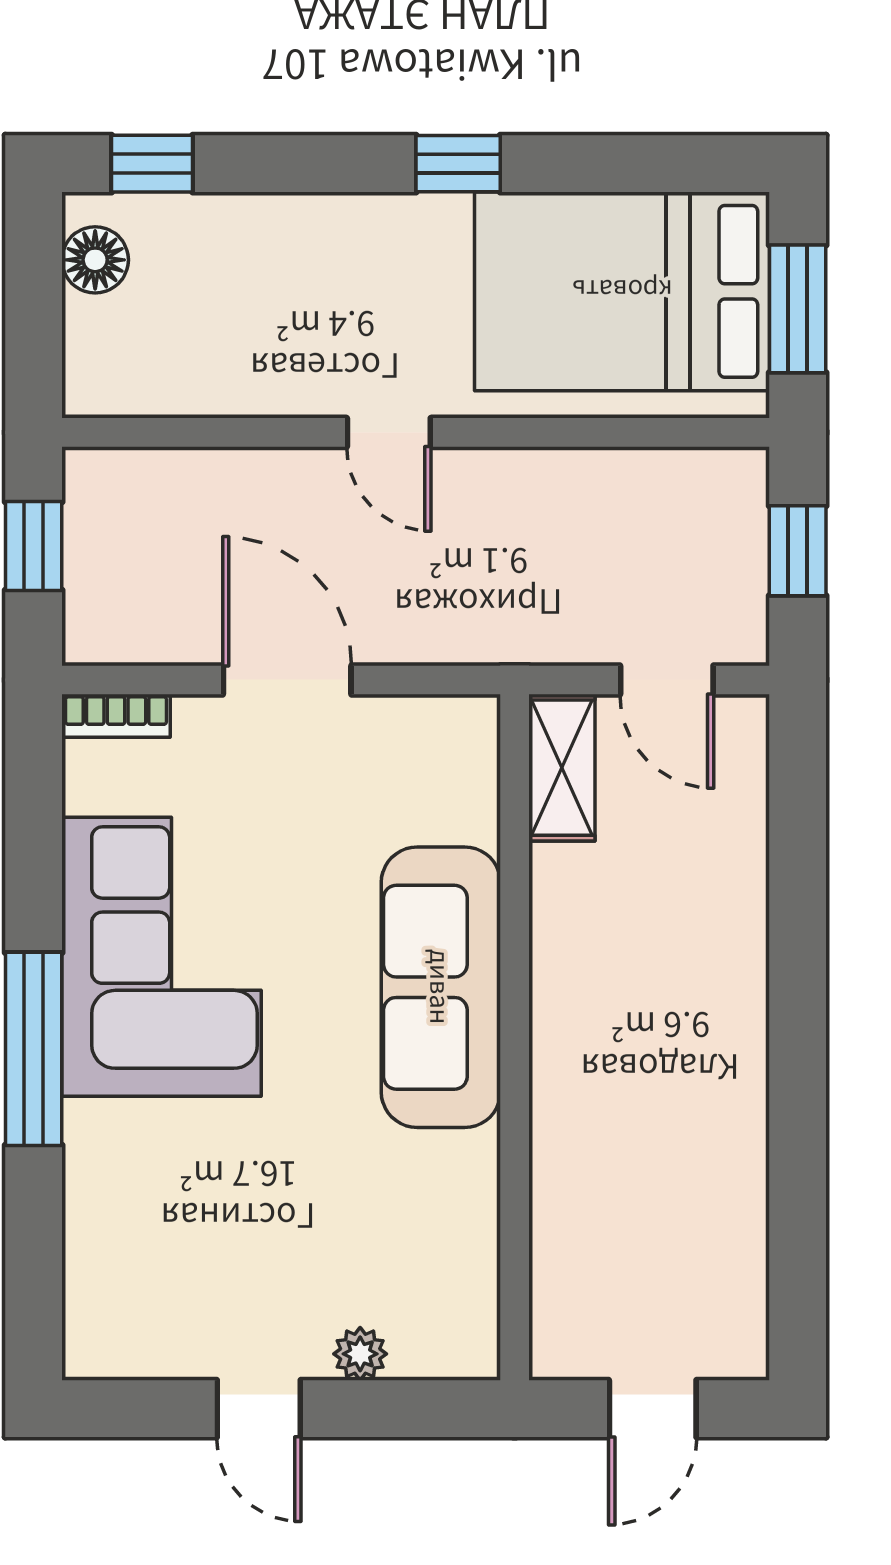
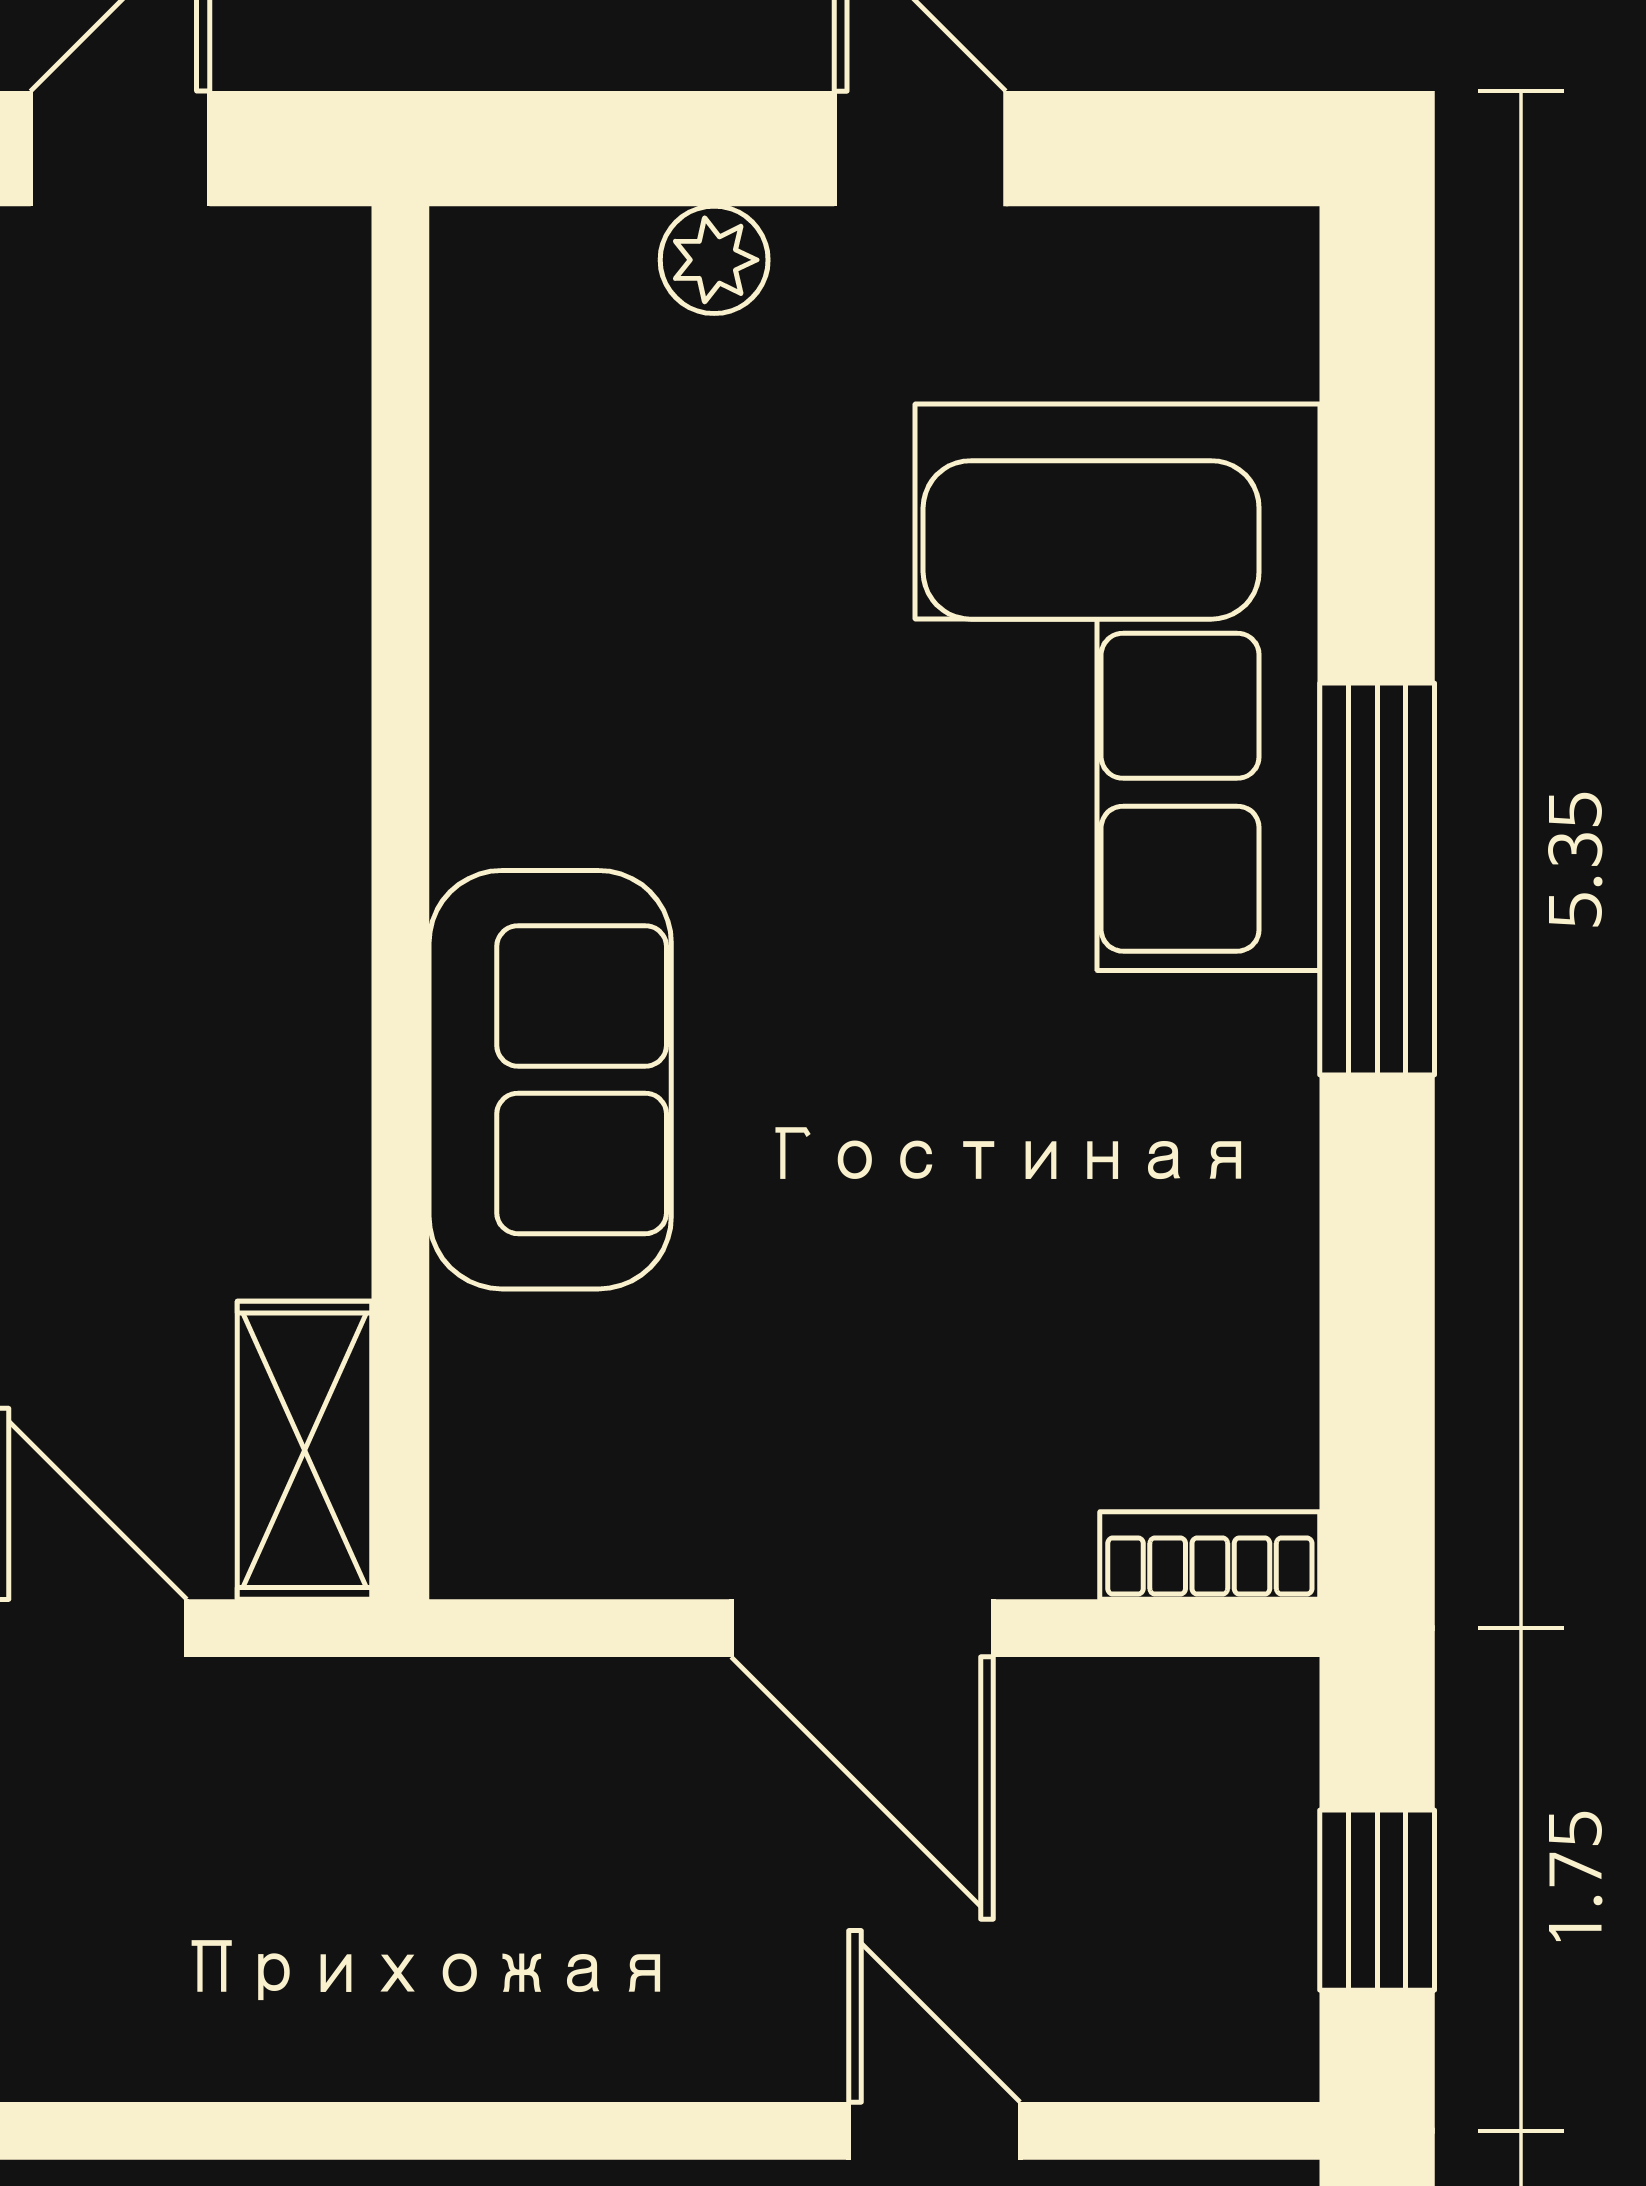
door: (389, 432) -> (934, 2131), moved
corner sofa: (162, 957) -> (1117, 687), moved
sofa: (441, 987) -> (550, 1080), width x0.73

